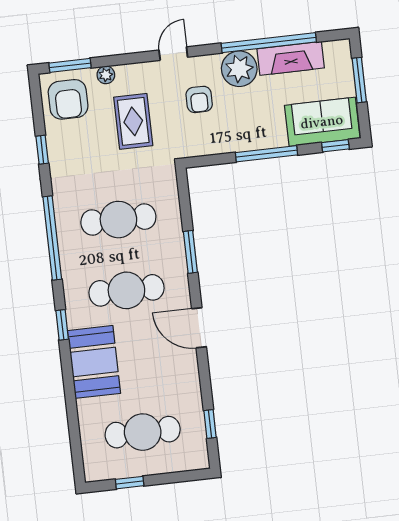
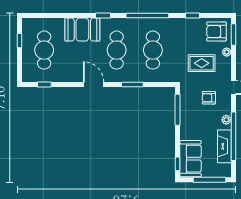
plant: (239, 69) -> (226, 120), width x0.53, depth x0.53
window: (359, 80) -> (209, 180), width x1.44
window: (266, 154) -> (178, 110), moved
door: (199, 328) -> (94, 85), hinge flipped

